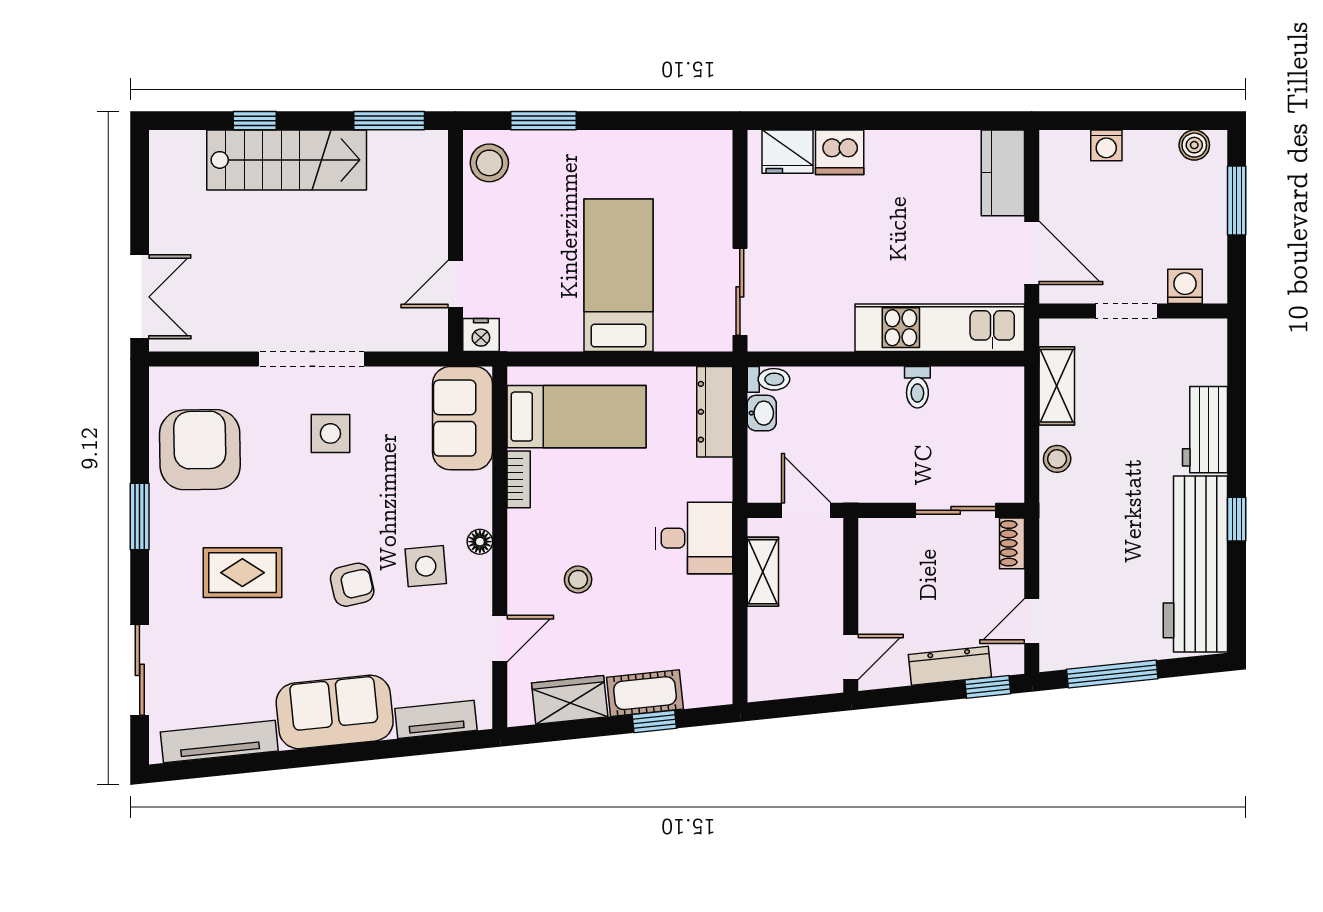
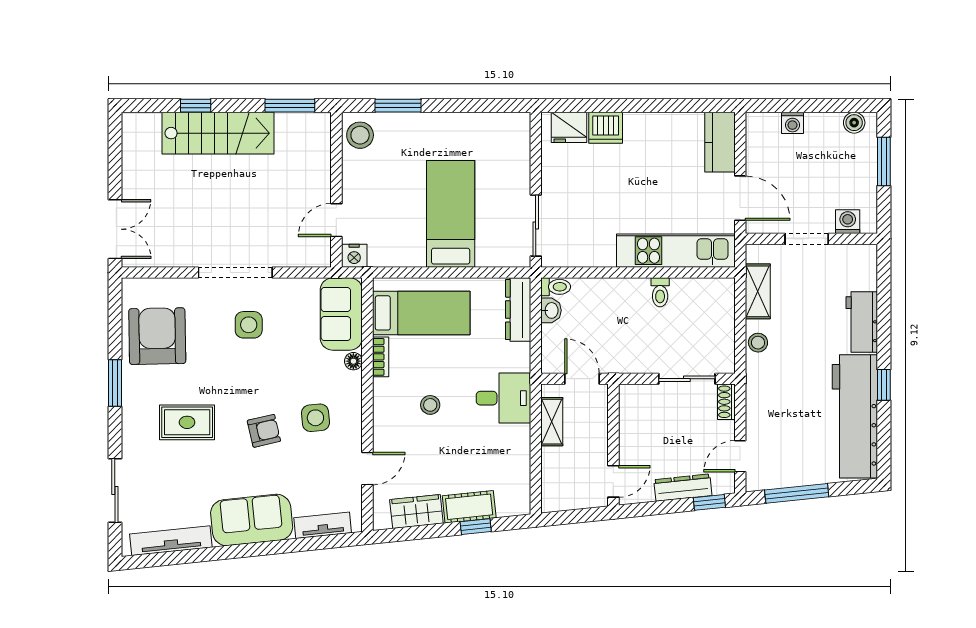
floor lamp: (480, 542) -> (353, 361), moved
stool: (578, 580) -> (430, 405), moved

